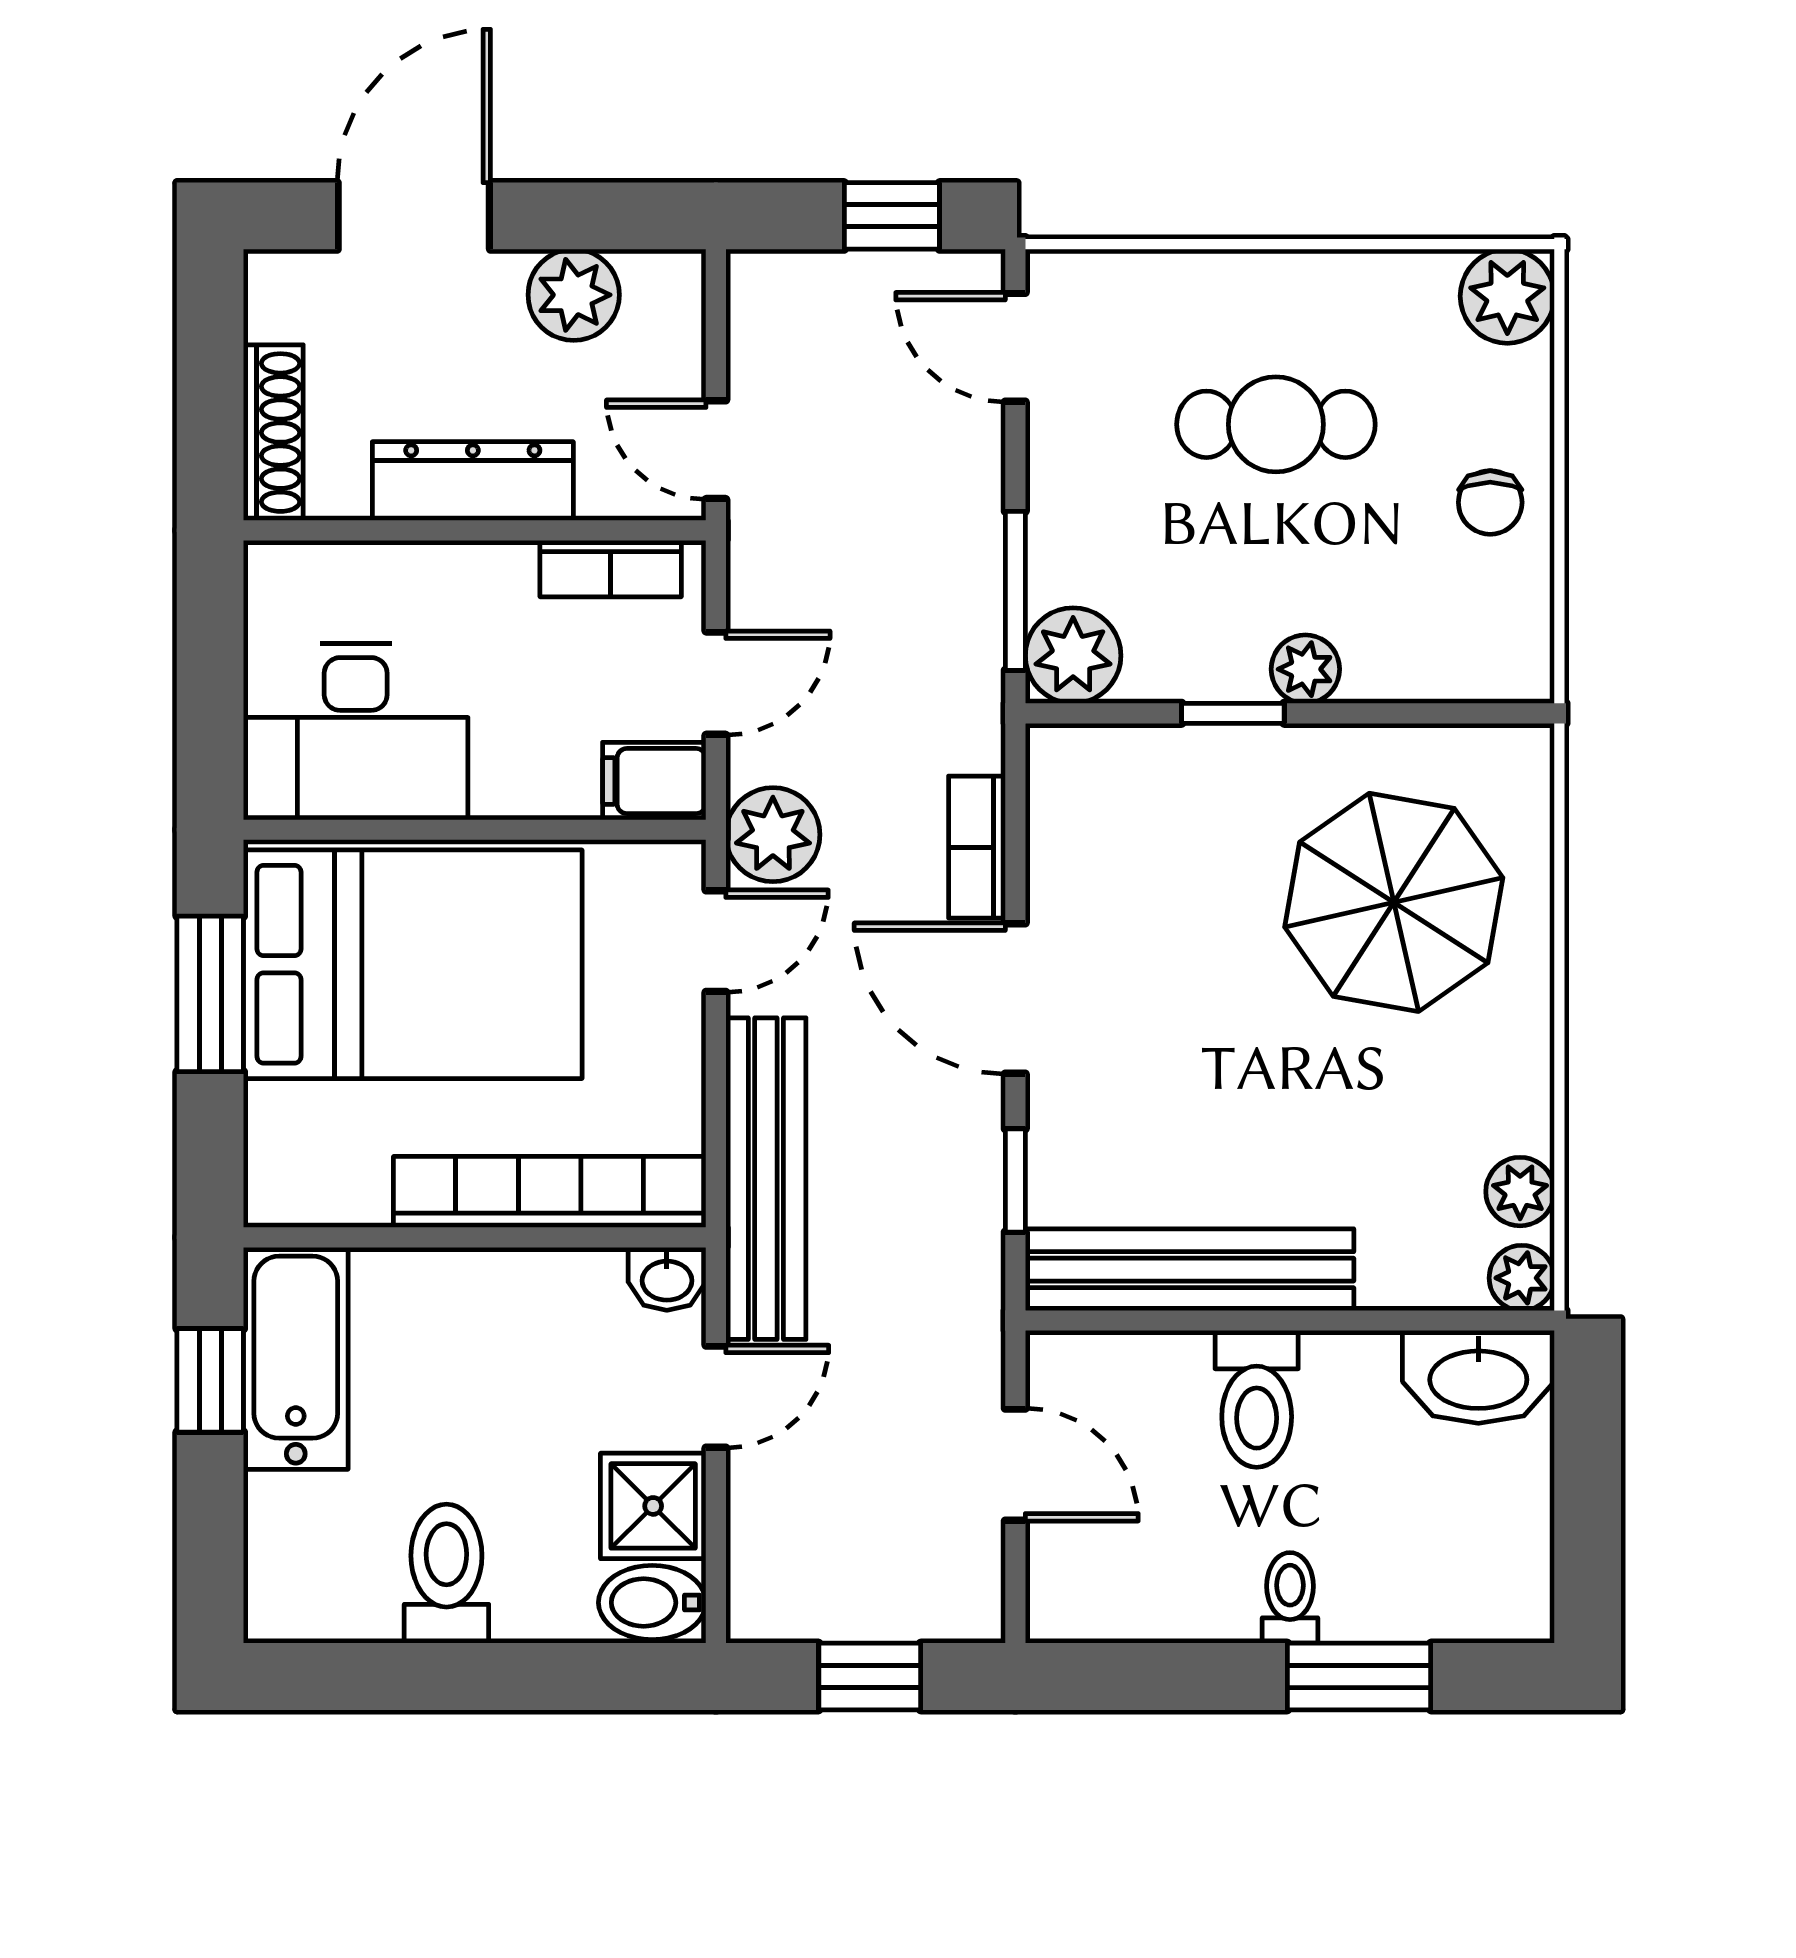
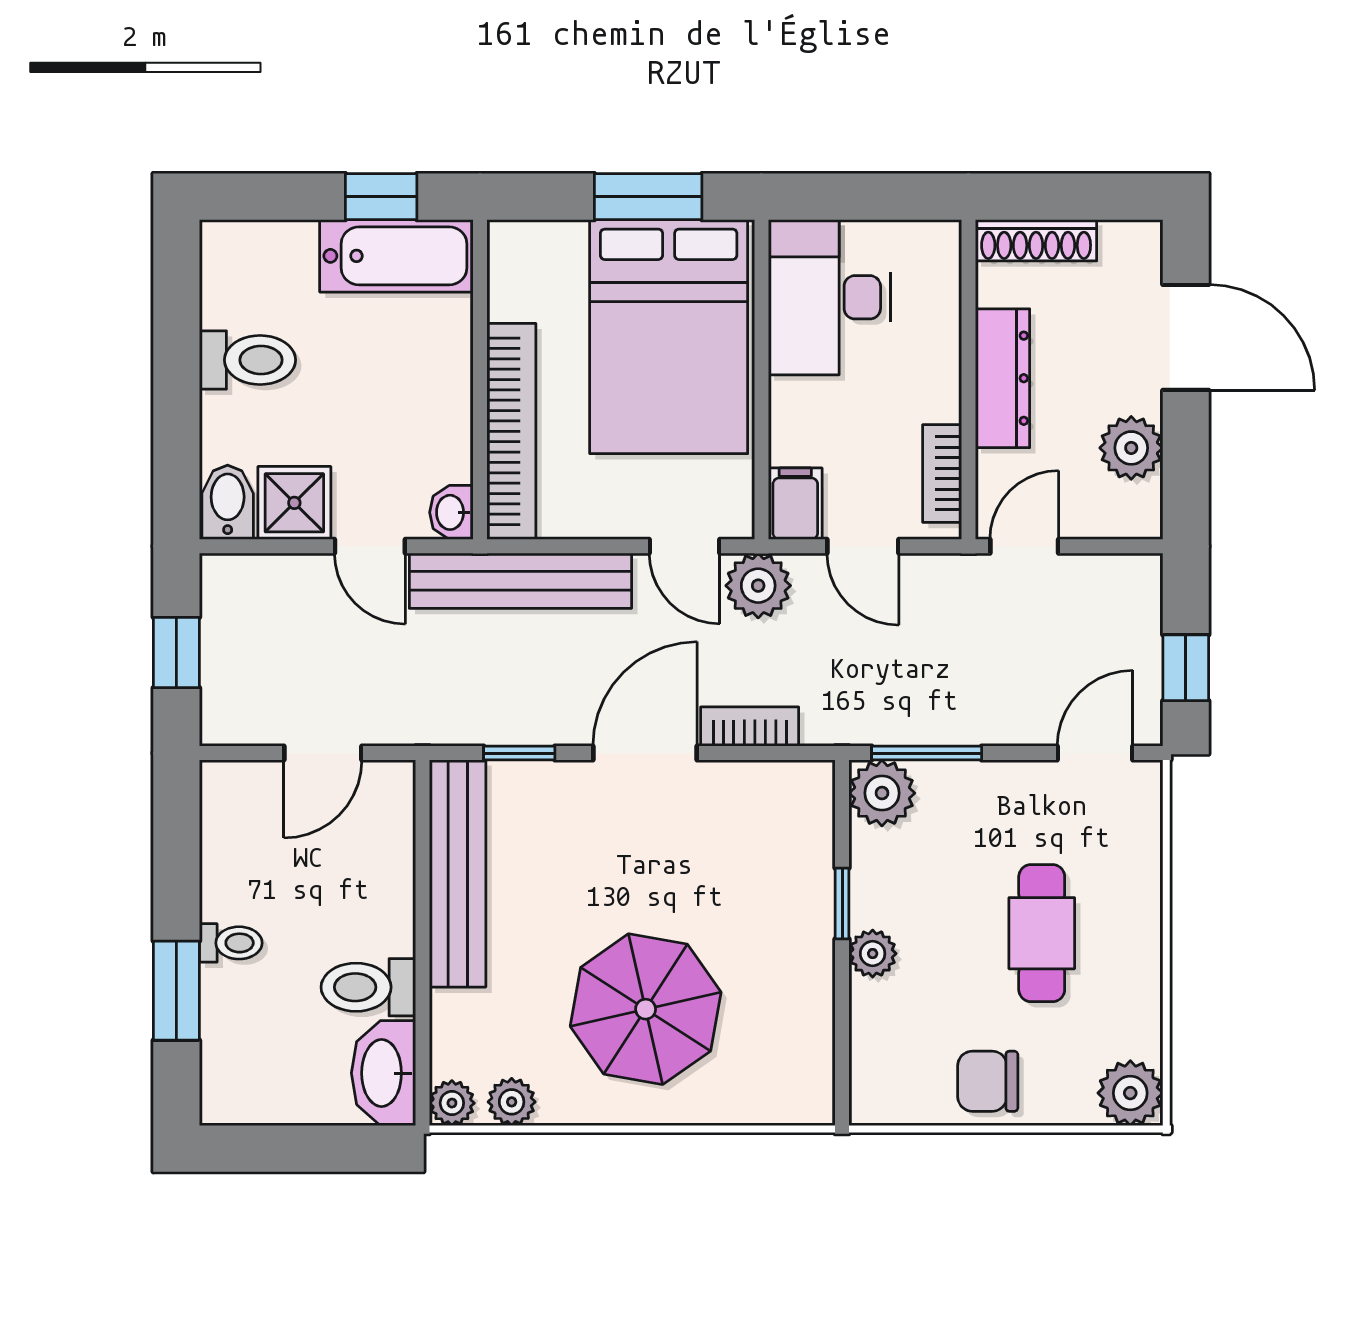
chair: (1490, 502) -> (988, 1081), width x1.37, depth x1.37
parasol: (1394, 902) -> (646, 1009), moved
toilet: (1257, 1399) -> (368, 987), moved

